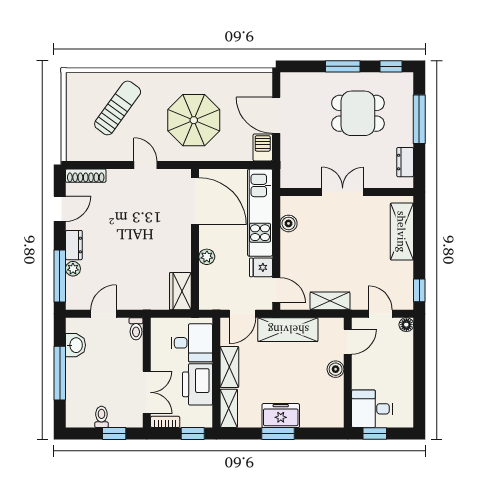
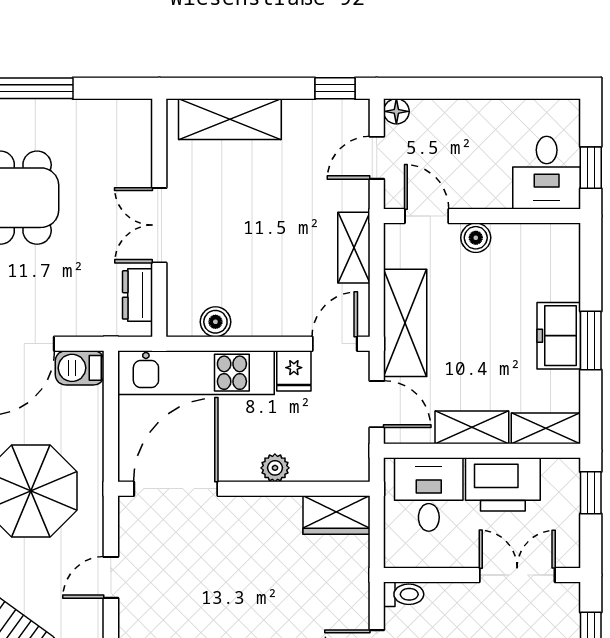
dresser: (405, 162) -> (137, 295), moved, turned 90
bookcase: (165, 422) -> (570, 542), removed

